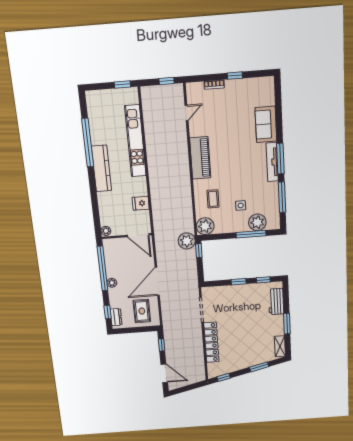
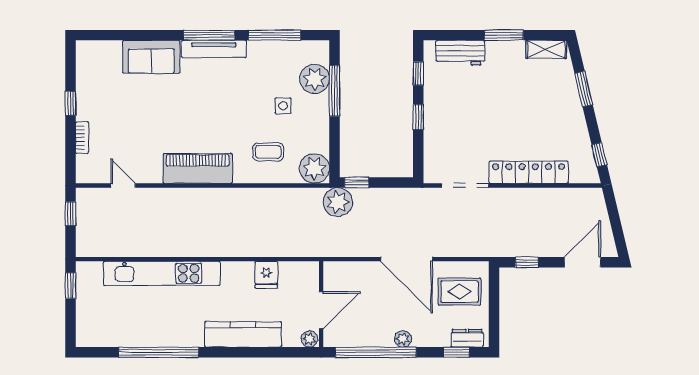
kitchen counter: (101, 168) -> (243, 334), moved
door: (138, 235) -> (321, 310), moved

